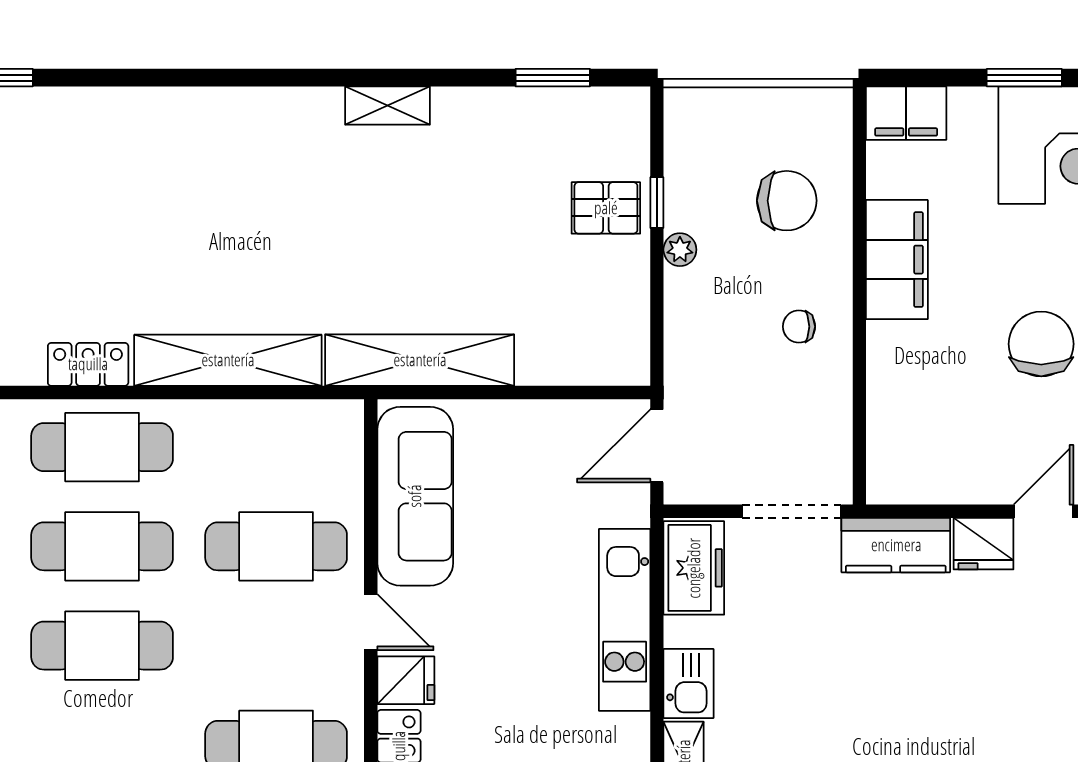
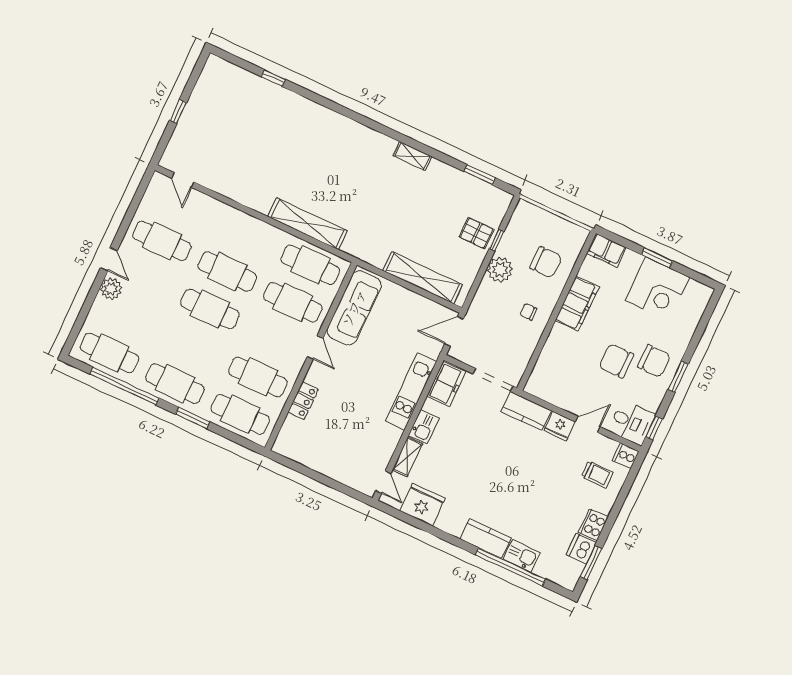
plant: (680, 250) -> (500, 270), width x1.87, depth x1.87
chair: (1041, 344) -> (616, 361), turned -90
shelving: (420, 360) -> (423, 278), moved
locker: (88, 364) -> (254, 201), removed
cafe table: (102, 447) -> (310, 265), moved
fridge: (406, 680) -> (318, 375), removed

